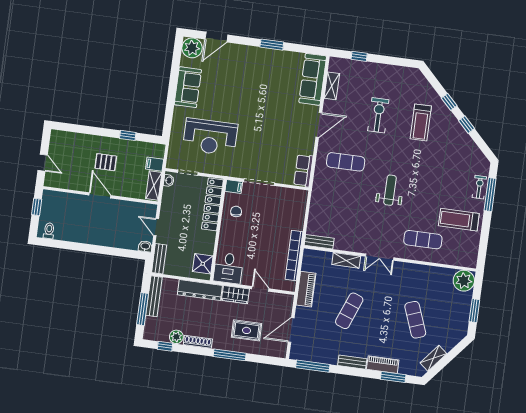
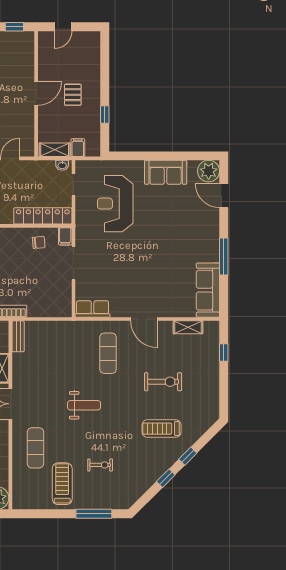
window: (272, 45) -> (224, 257), width x1.44
sofa: (313, 79) -> (208, 290), moved, turned -90
exercise bike: (479, 187) -> (100, 465), moved

